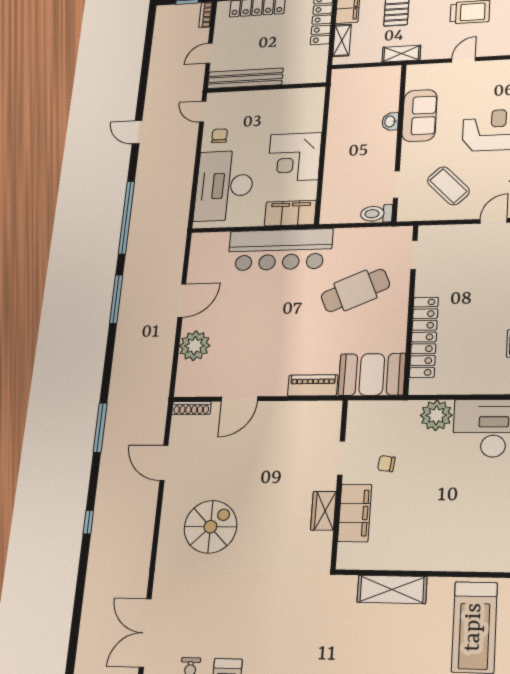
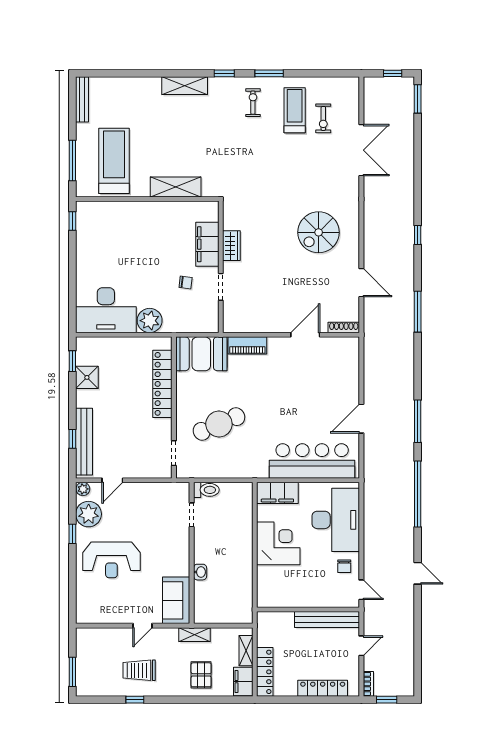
sofa: (420, 116) -> (176, 600), moved
coffee table: (448, 186) -> (150, 512), removed
bar counter: (280, 250) -> (312, 461), moved
plant: (195, 346) -> (347, 380), removed

